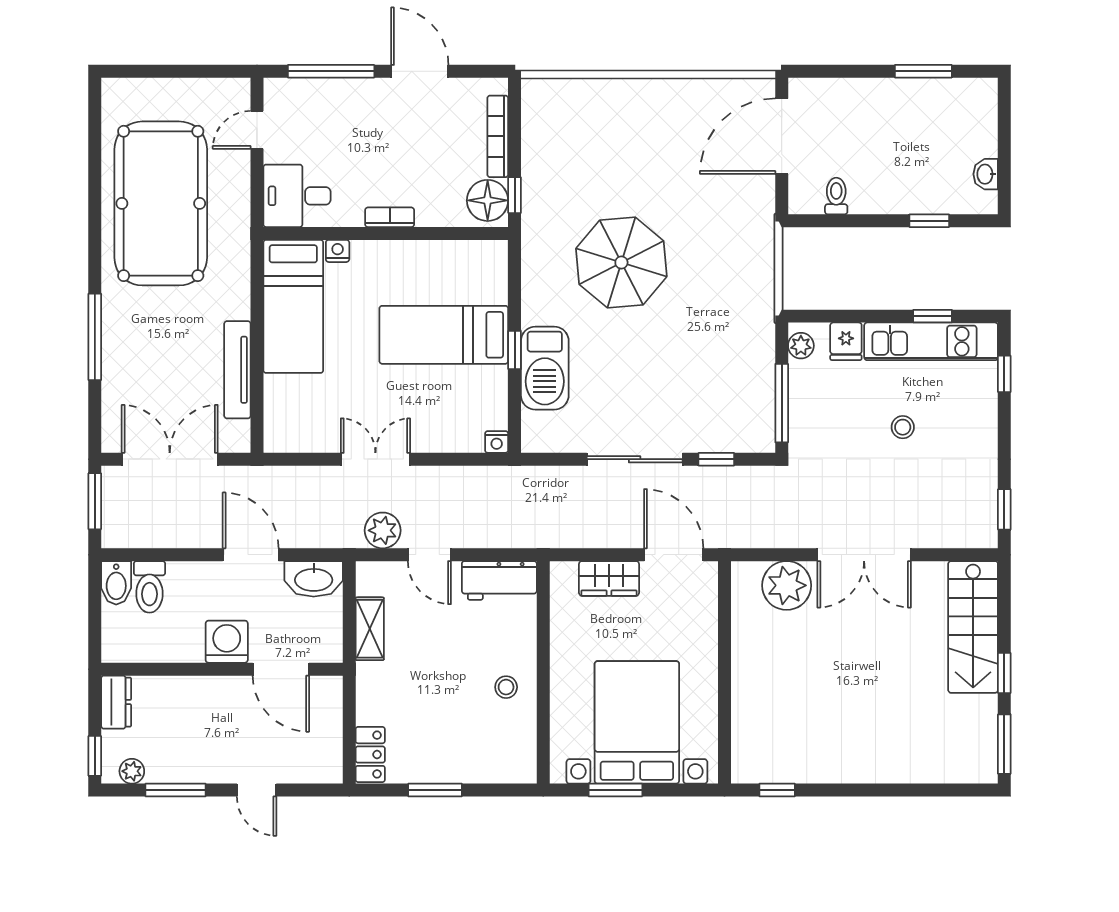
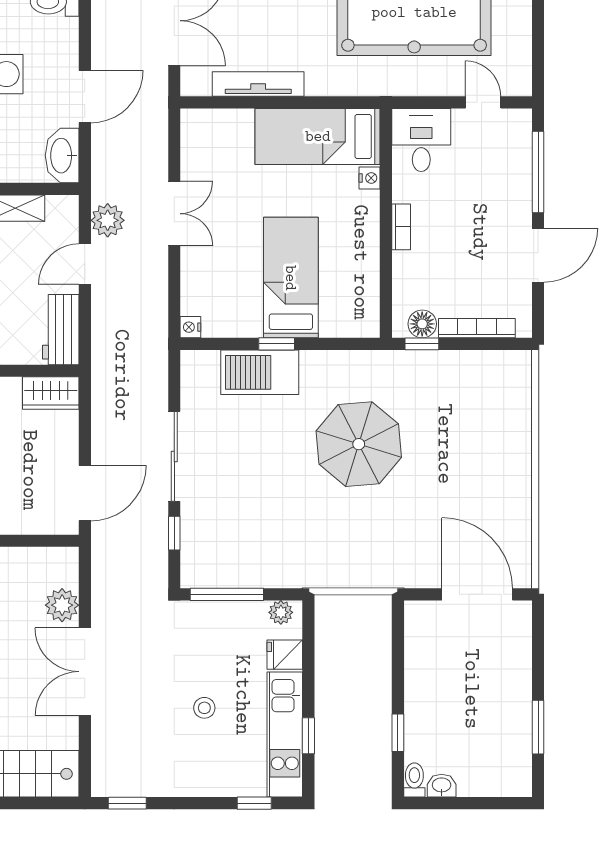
toilet: (836, 196) -> (414, 780), moved, turned -90
floor lamp: (488, 200) -> (422, 324), width x0.73, depth x0.73
wardrobe: (609, 578) -> (51, 393), moved, turned -90
plant: (787, 585) -> (62, 605), width x0.73, depth x0.73

